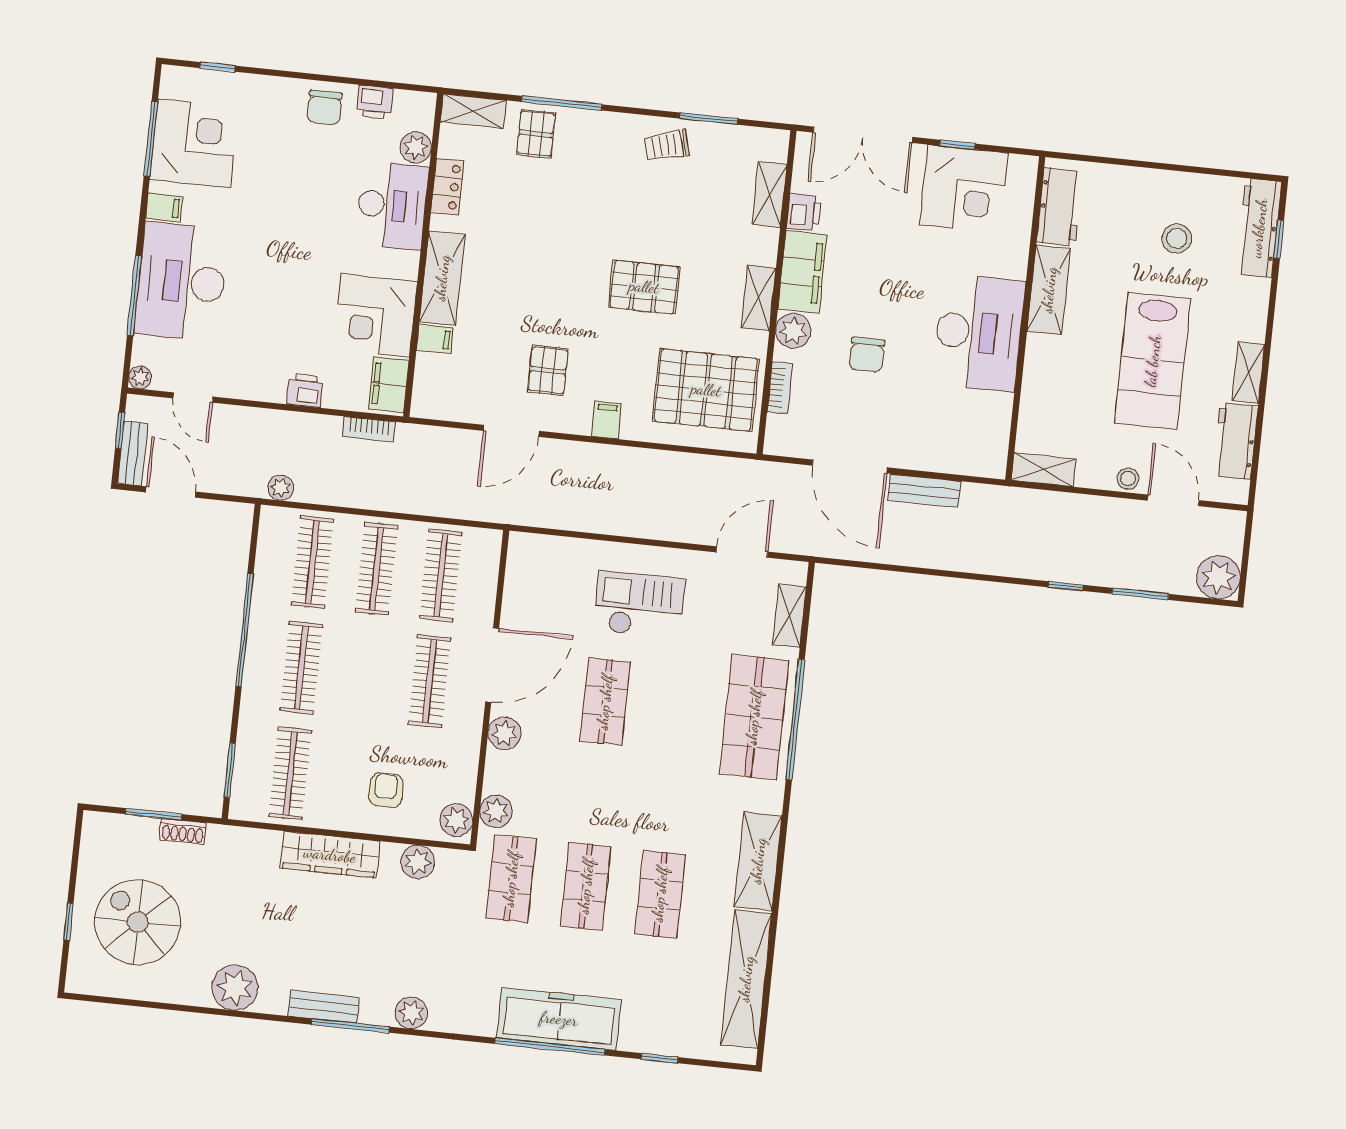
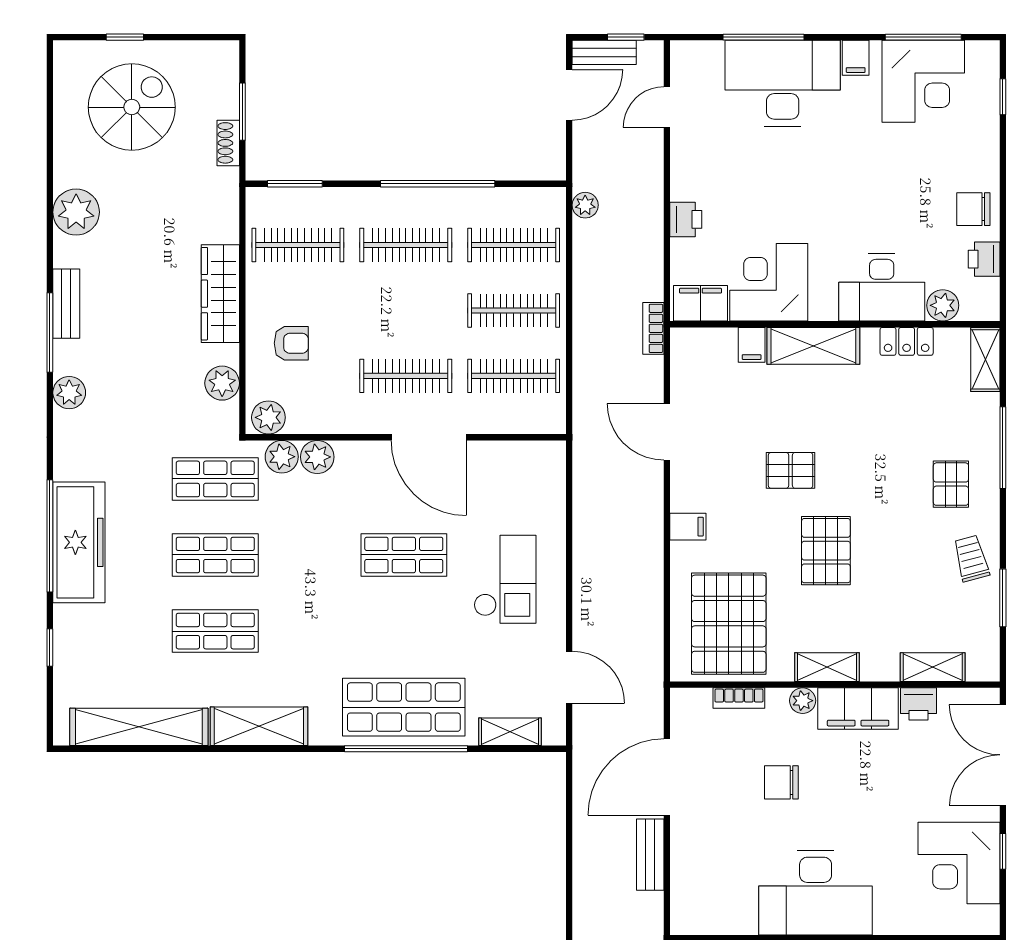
pallet: (536, 134) -> (951, 484), moved, turned 90
plant: (793, 331) -> (803, 701), width x0.73, depth x0.73
pallet: (548, 370) -> (791, 470), moved
plant: (140, 377) -> (682, 52), removed
bookcase: (369, 429) -> (653, 328), moved
plant: (504, 733) -> (317, 457), moved

